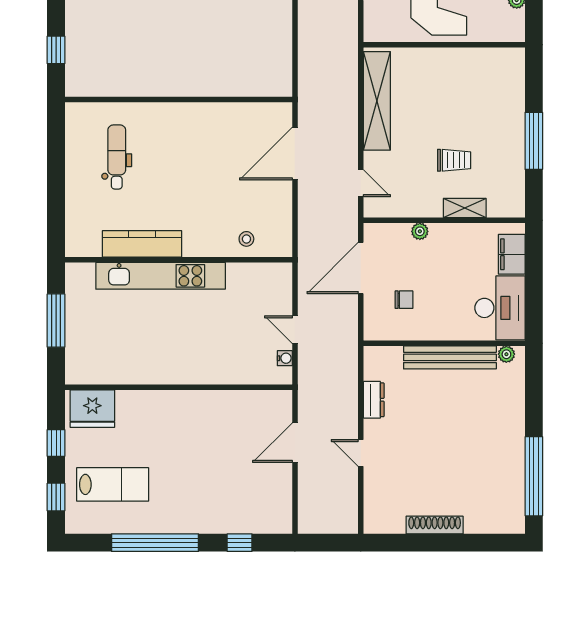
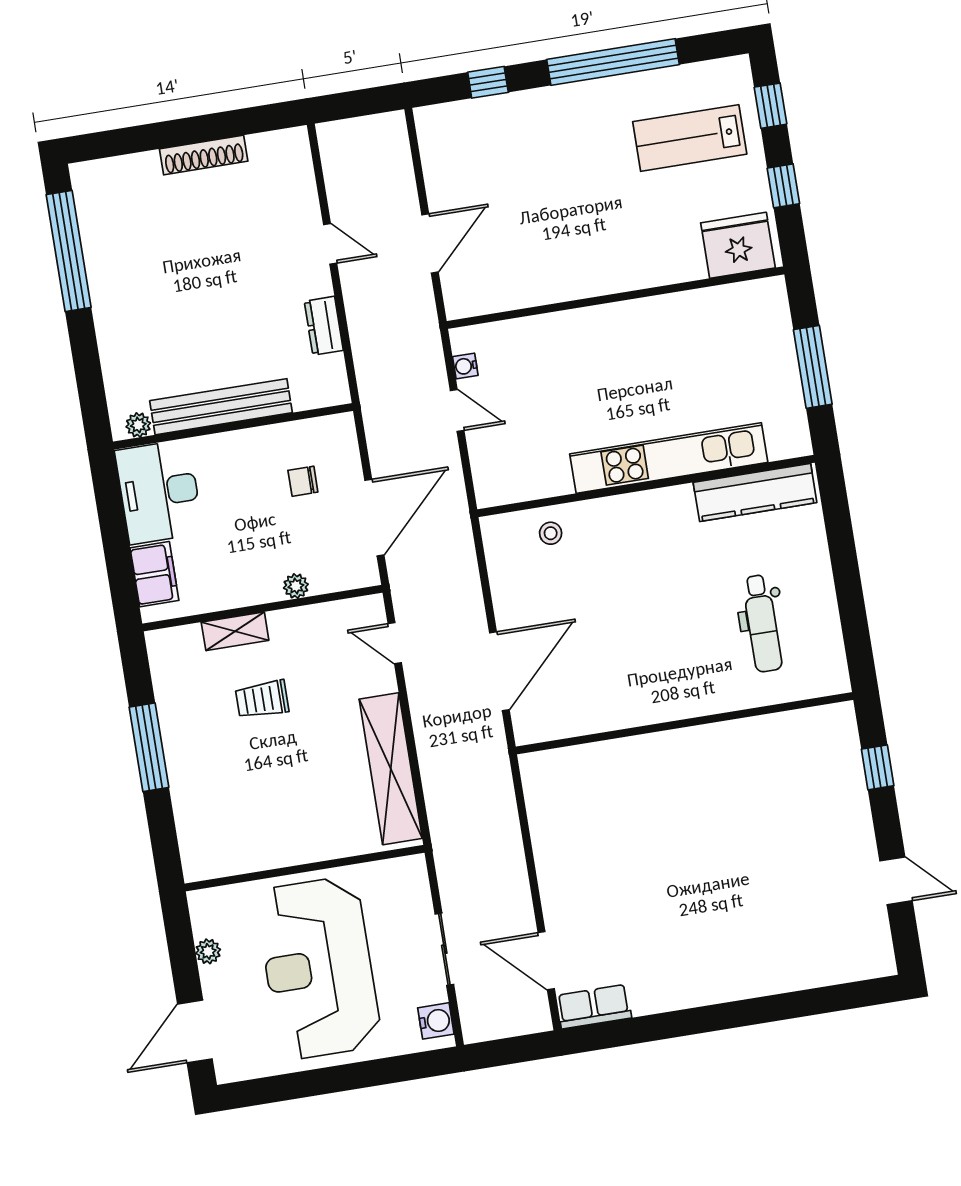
kitchen counter: (142, 244) -> (755, 492), moved

